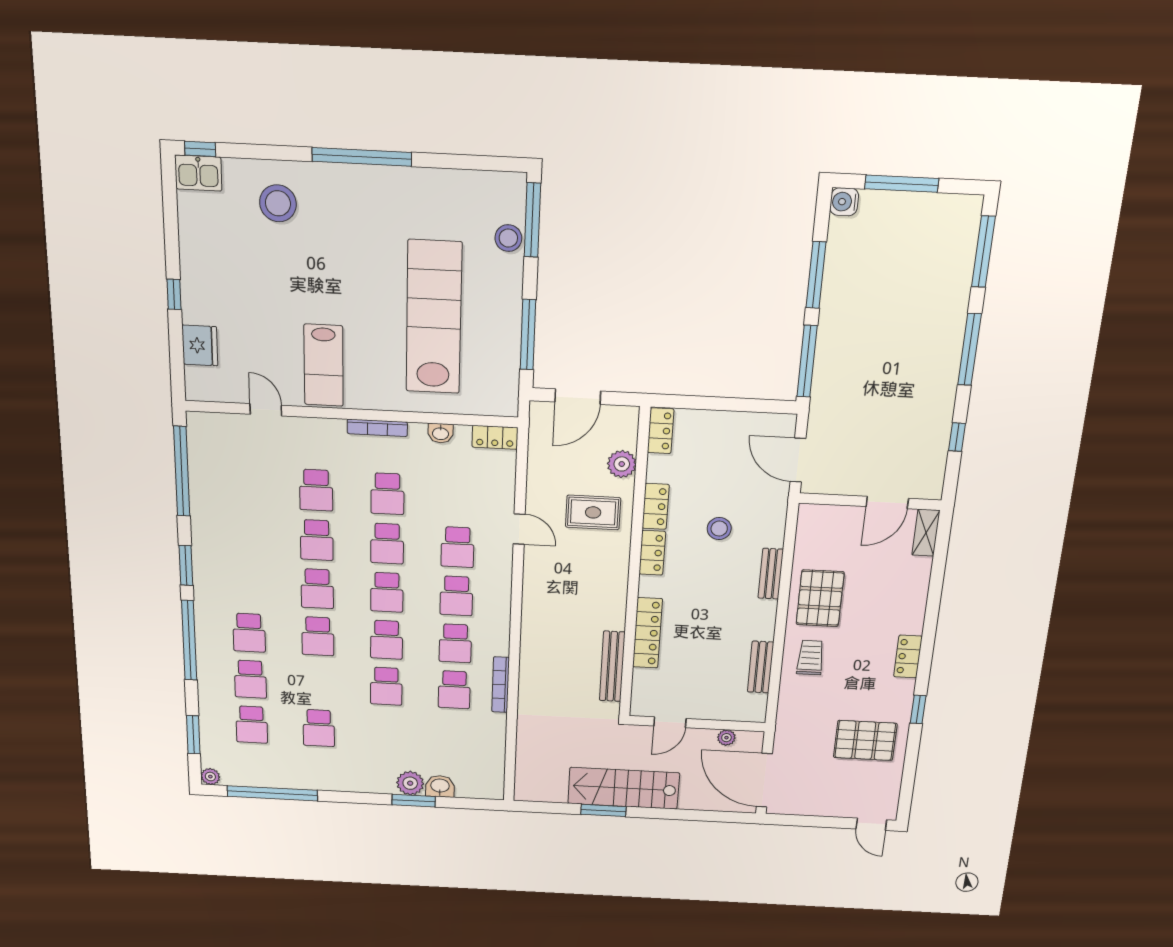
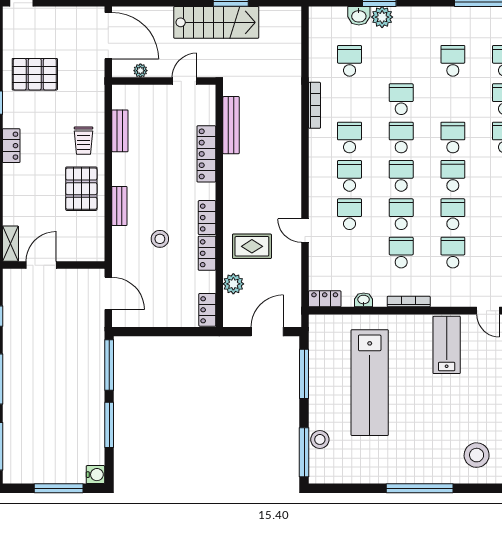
school desk: (454, 690) -> (350, 61), moved

